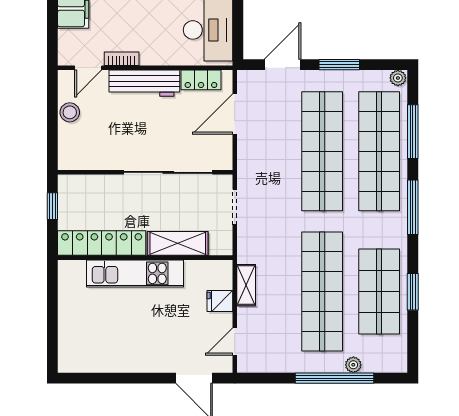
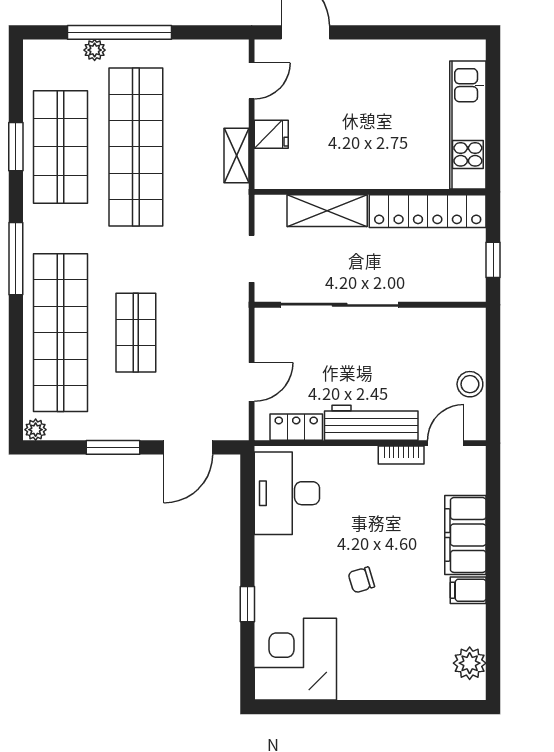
door: (235, 114) -> (252, 382), width x0.73
window: (413, 132) -> (16, 359), removed
shop shelf: (322, 151) -> (136, 333), width x0.50, depth x0.74
kitchen unit: (135, 273) -> (468, 125), moved, turned -90

